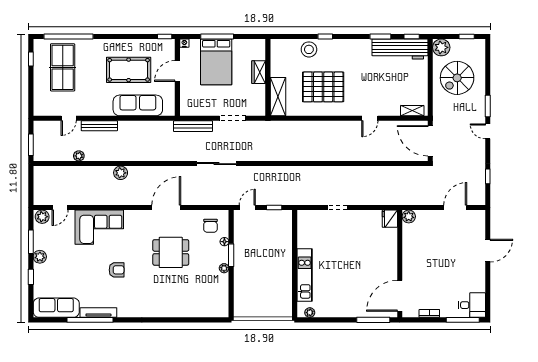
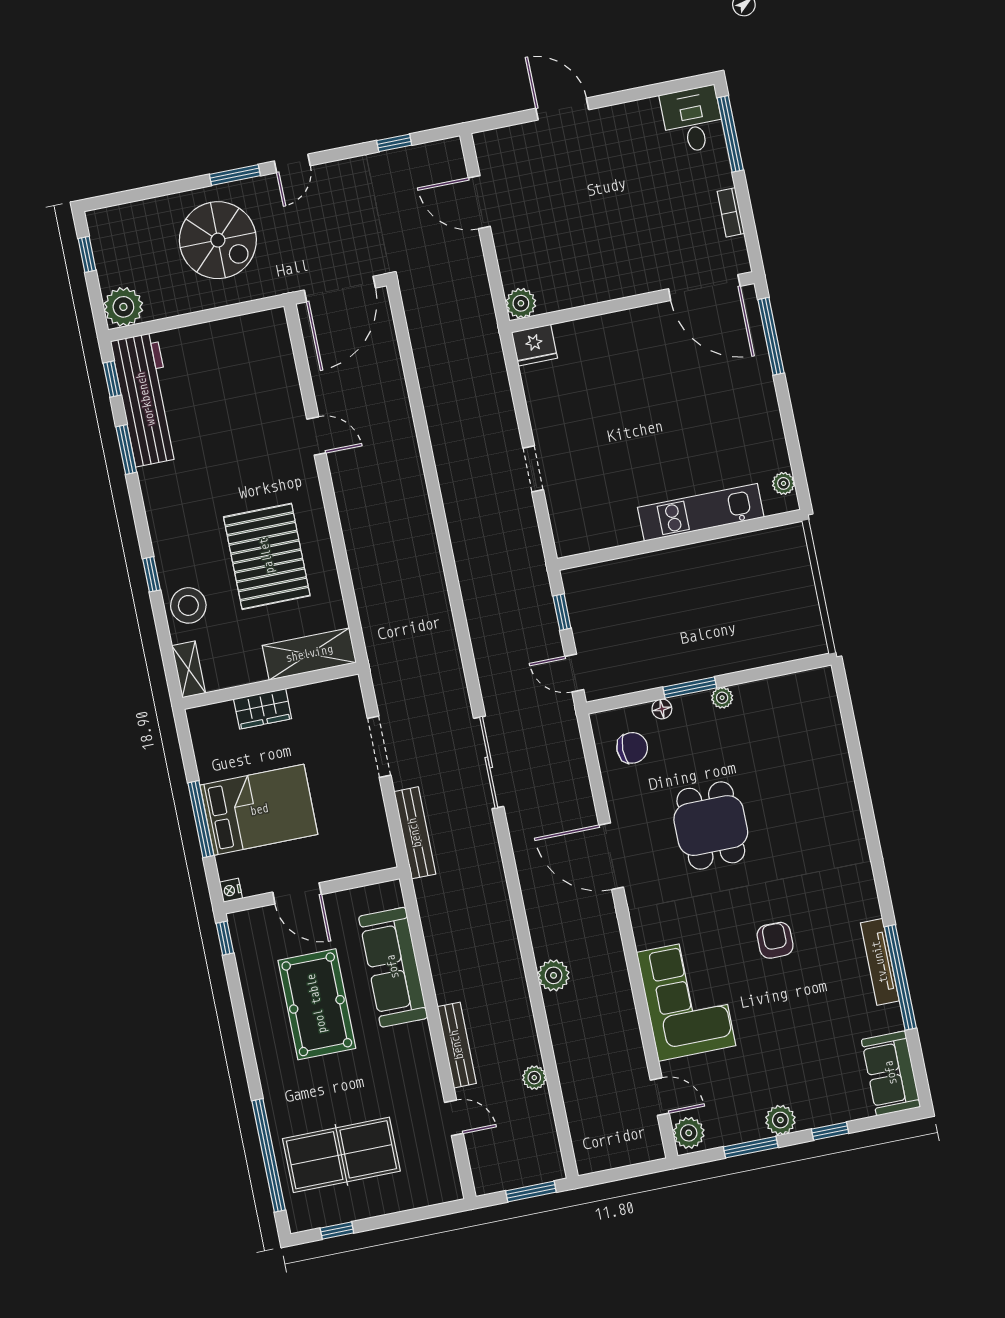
spiral stairs: (457, 78) -> (218, 240), moved
shelving: (412, 111) -> (189, 669), moved
sofa: (56, 308) -> (891, 1073), width x0.73

